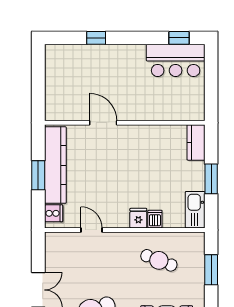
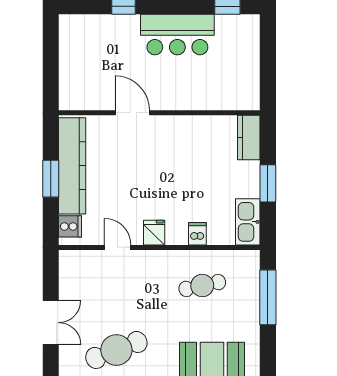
bar counter: (176, 60) -> (177, 34), moved
fridge: (138, 218) -> (154, 233), moved
cafe table: (159, 260) -> (202, 285), turned -33
window: (211, 270) -> (268, 297), width x1.44

